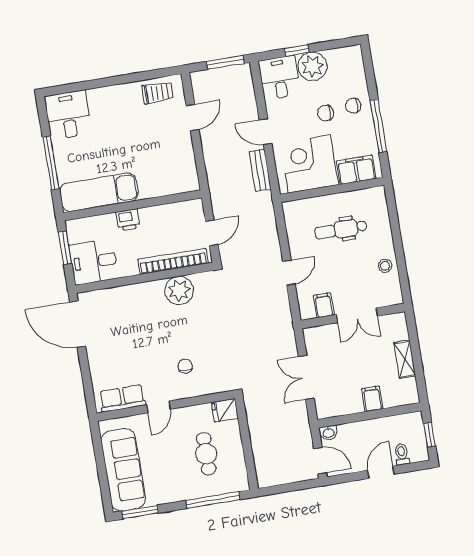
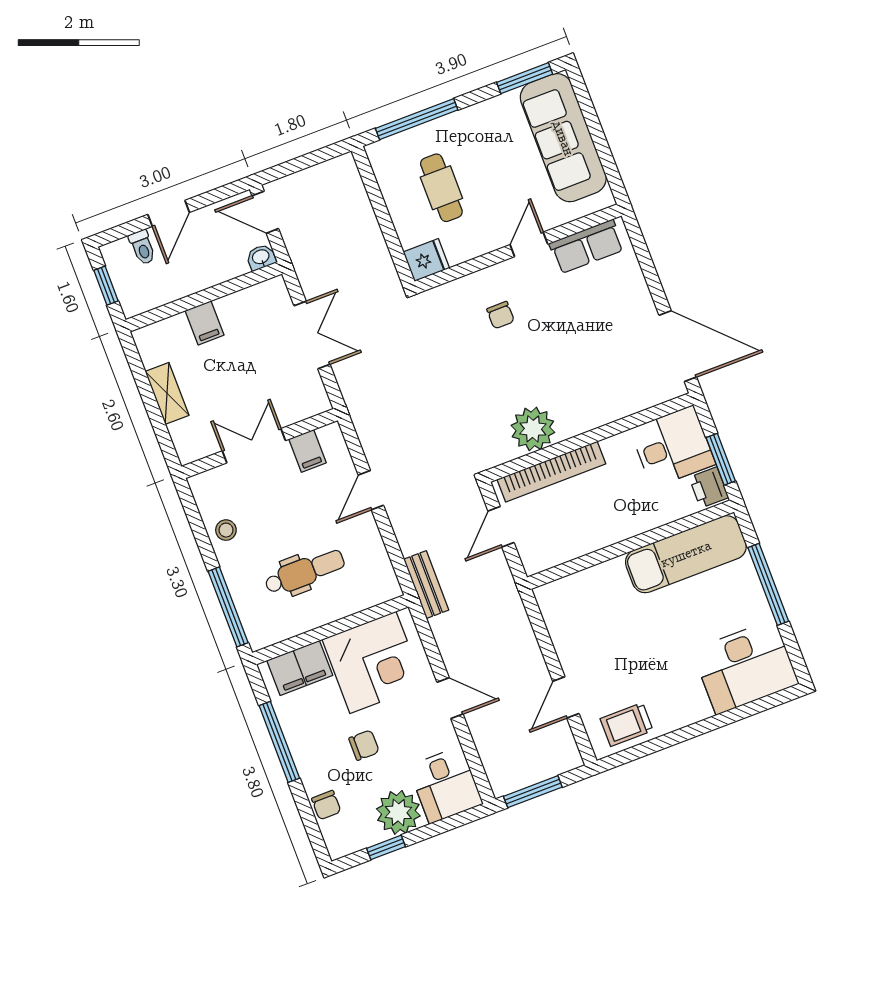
window: (297, 51) -> (386, 847), moved
chair: (353, 106) -> (326, 805), moved, turned 90
desk: (68, 115) -> (745, 667), width x1.37
bench: (260, 170) -> (426, 585), moved
window: (393, 217) -> (228, 607), added
printer: (128, 220) -> (709, 487), moved, turned -90

